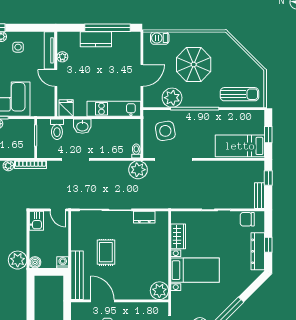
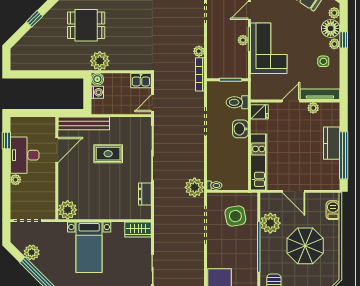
wardrobe: (178, 236) -> (138, 230), moved
washing machine: (63, 262) -> (97, 92), moved

